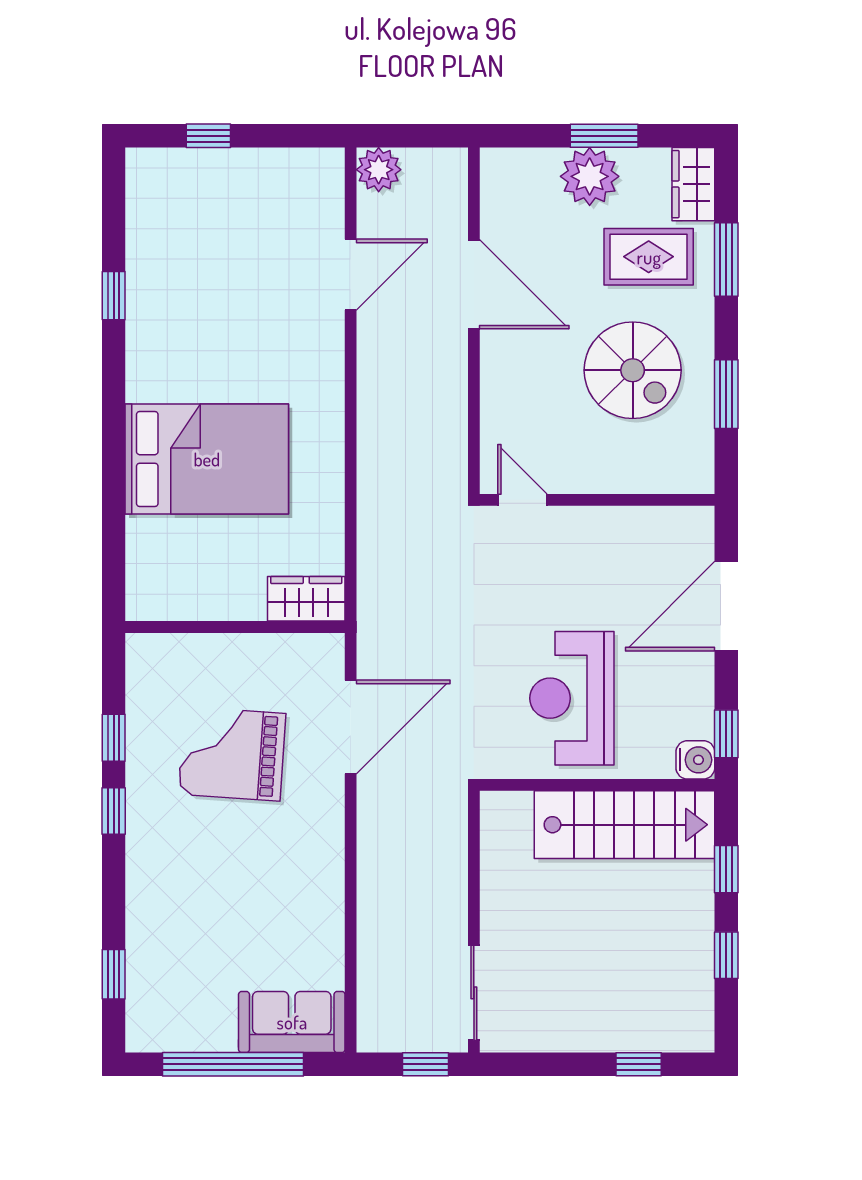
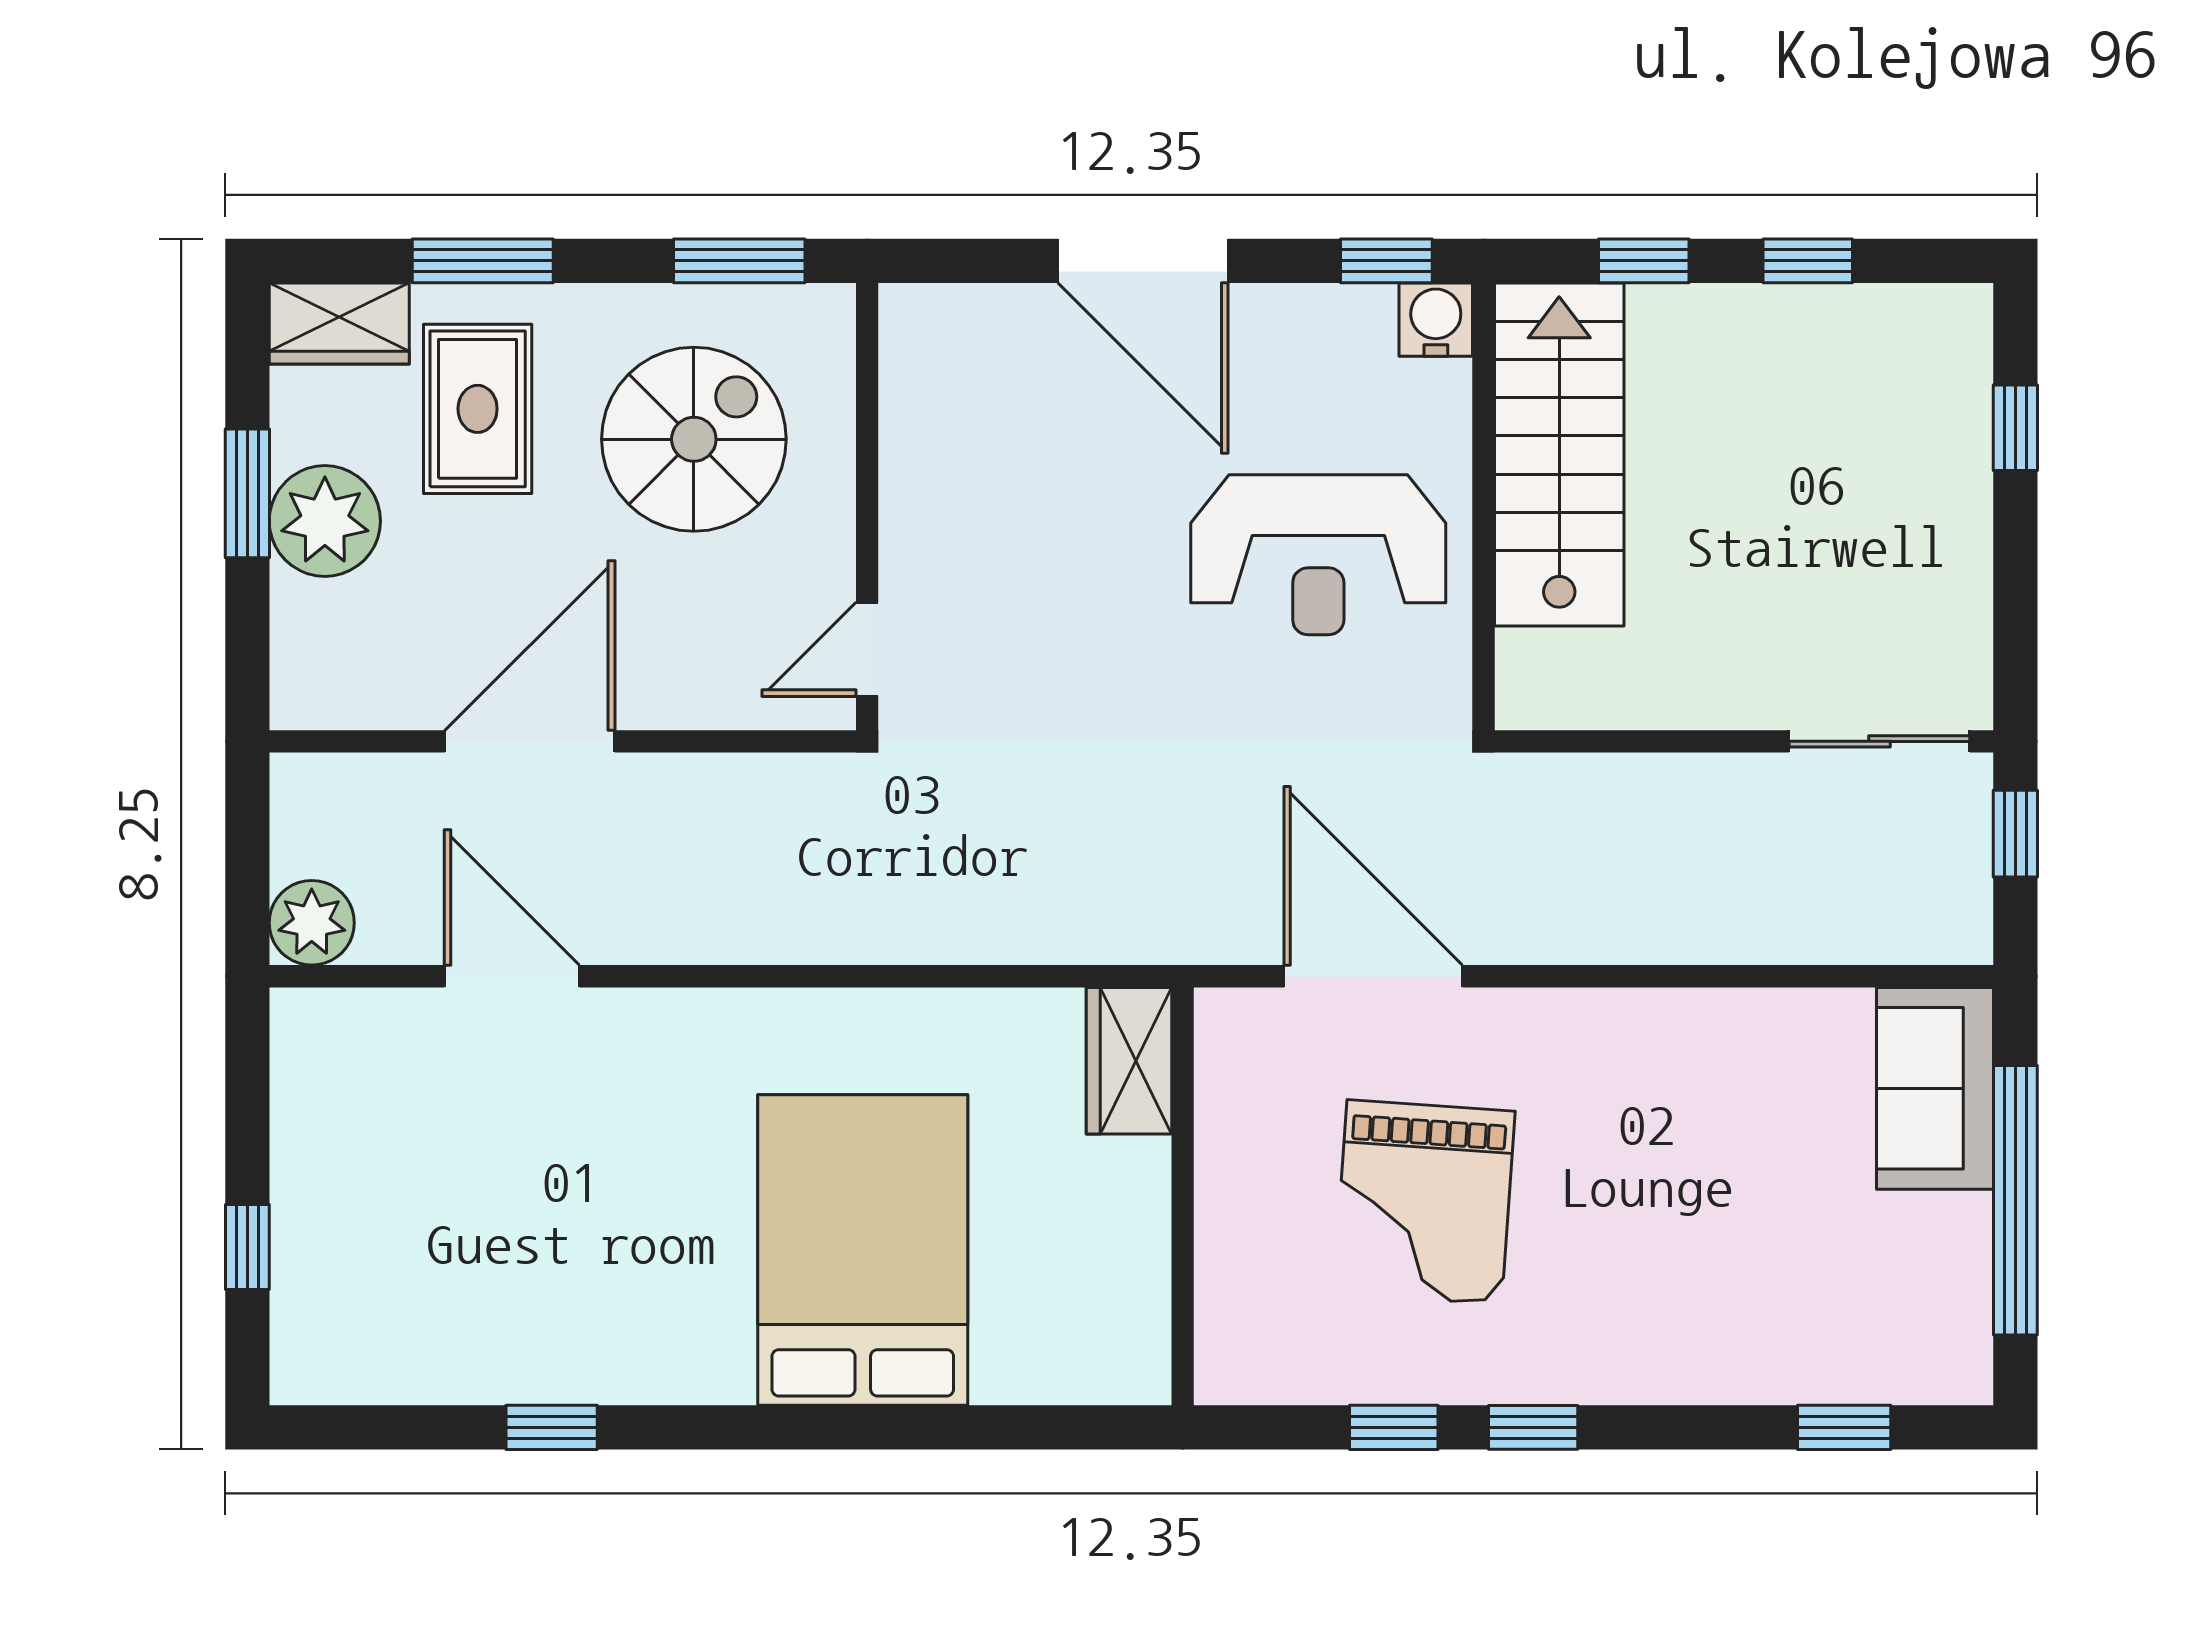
door: (522, 500) -> (867, 649), moved
wall: (597, 500) -> (867, 507), moved

